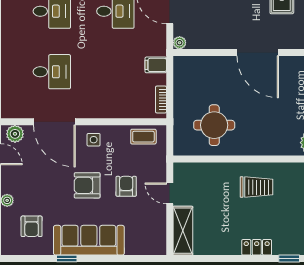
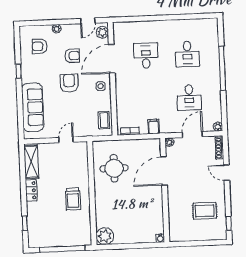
door: (258, 52) -> (164, 171), moved
desk: (52, 72) -> (146, 56), turned 180
armchair: (126, 186) -> (72, 56), moved
shelving: (183, 231) -> (31, 162), moved, turned 90
sofa: (89, 240) -> (33, 107), moved
locker: (257, 247) -> (31, 190), moved

